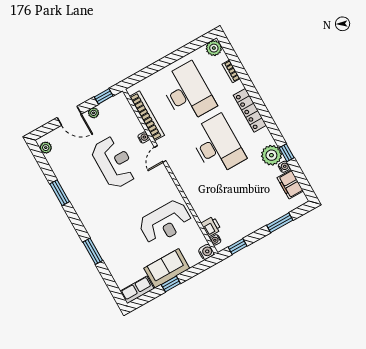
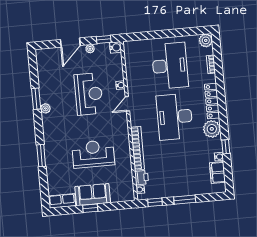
door: (69, 116) -> (70, 42), hinge flipped
bookcase: (147, 116) -> (138, 148), moved
desk: (217, 145) -> (175, 117), turned 180
plant: (46, 148) -> (45, 108), moved
plant: (271, 155) -> (212, 129), moved
reception desk: (165, 222) -> (93, 154), moved, turned 180
window: (280, 223) -> (185, 200), moved
water cooler: (206, 252) -> (116, 47), moved

